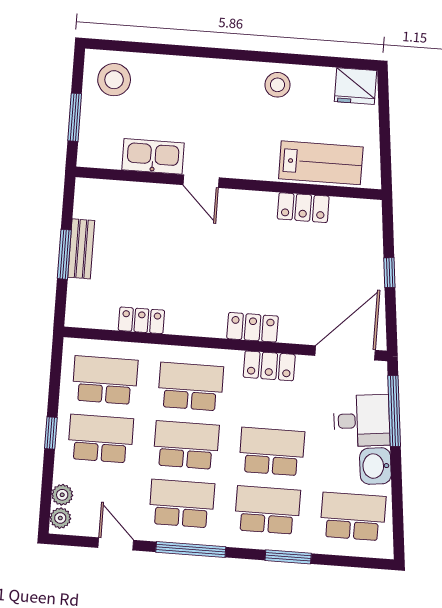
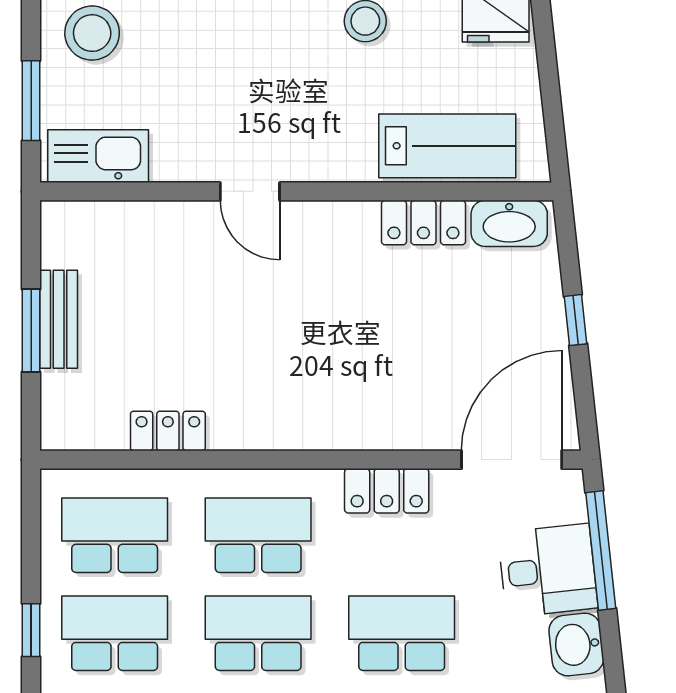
kitchen sink: (153, 156) -> (98, 156), moved
washbasin: (354, 212) -> (509, 223), added
locker: (253, 327) -> (354, 429), removed

